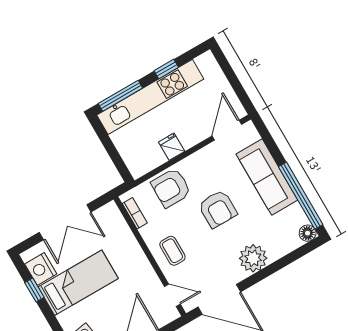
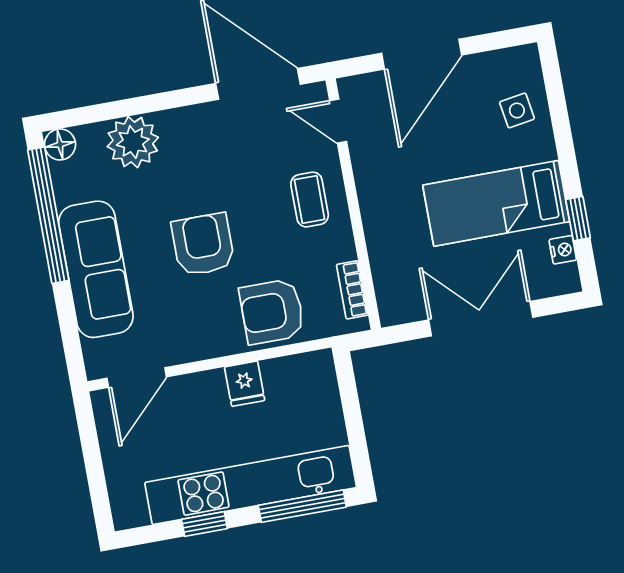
armchair: (171, 188) -> (272, 312), turned 180
plant: (253, 258) -> (133, 142), moved
nightstand: (41, 269) -> (563, 250), width x0.53, depth x0.56

